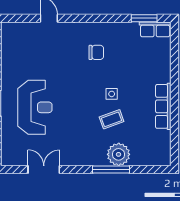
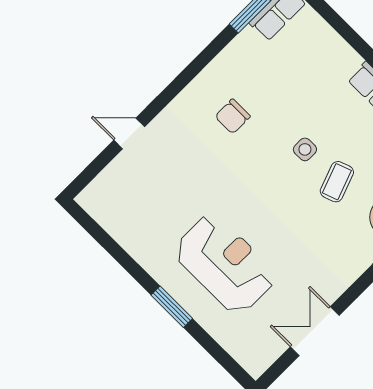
chair: (96, 52) -> (233, 116), turned 180

